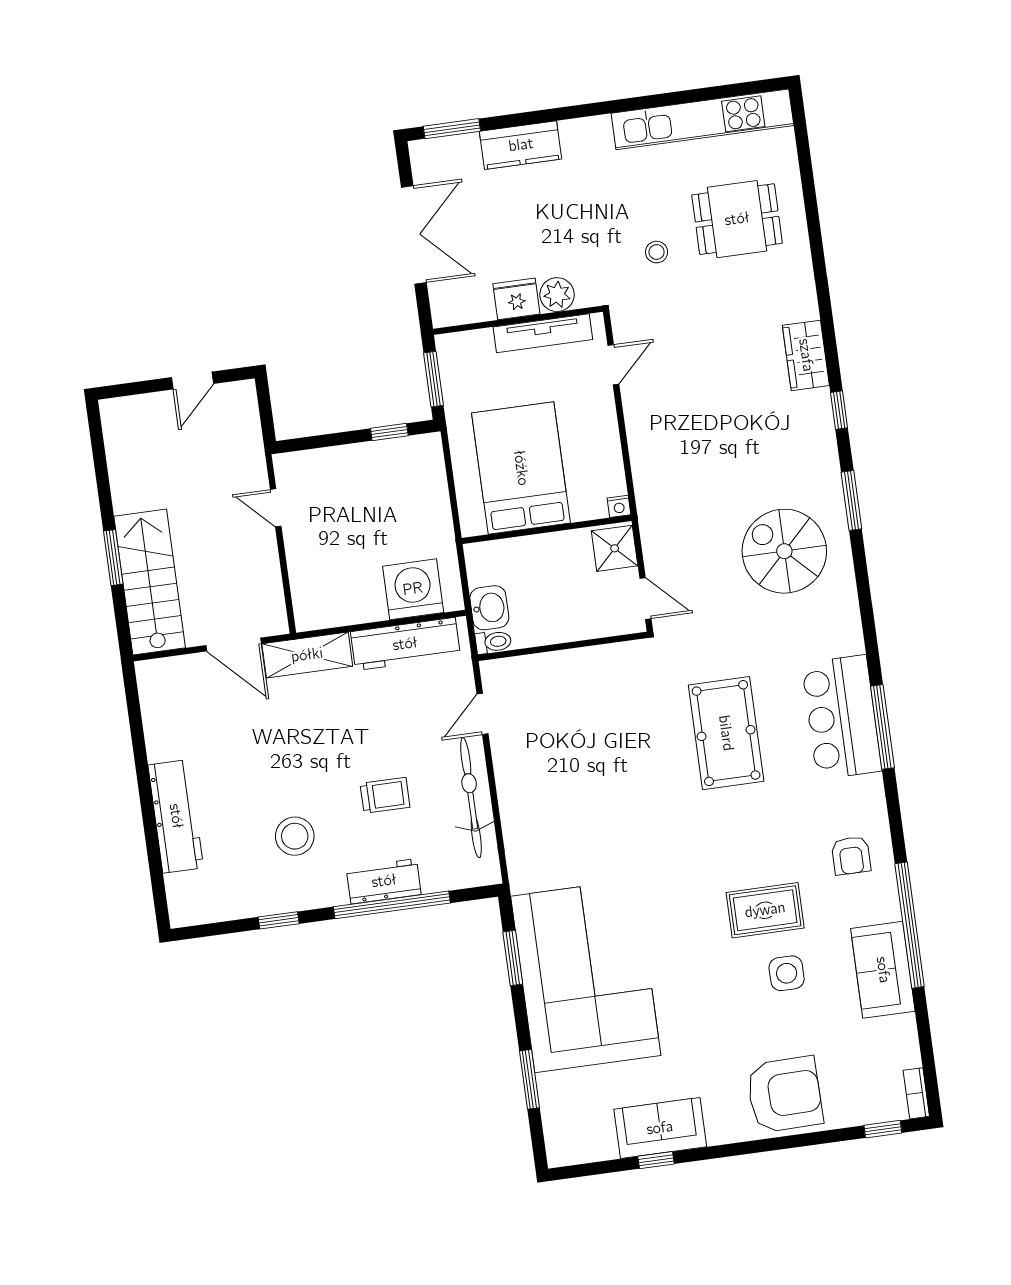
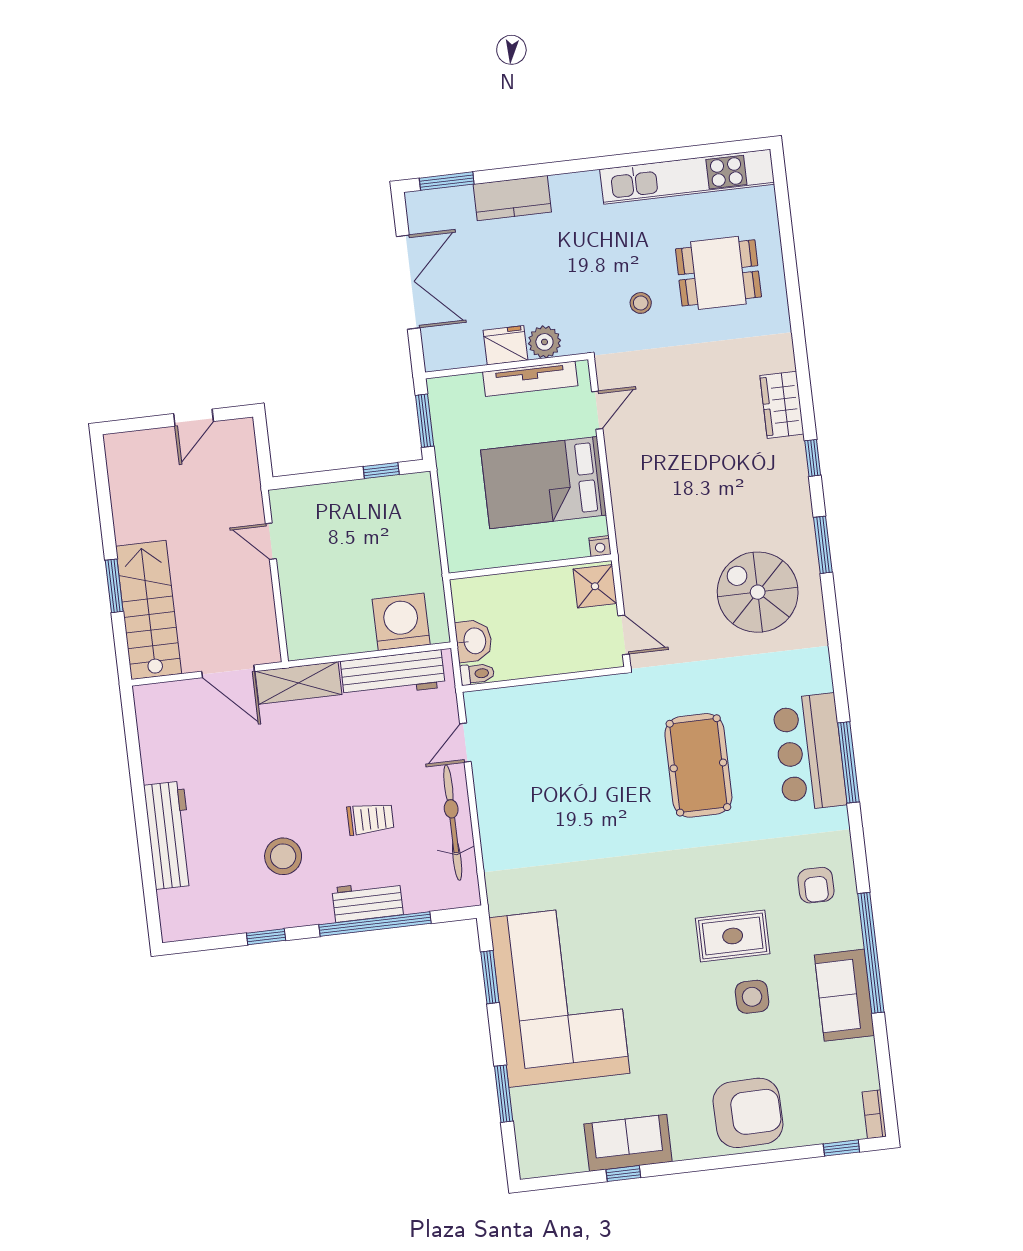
bed: (521, 468) -> (544, 483), moved, turned -90

